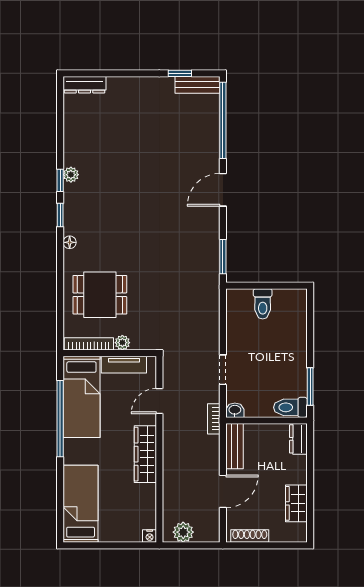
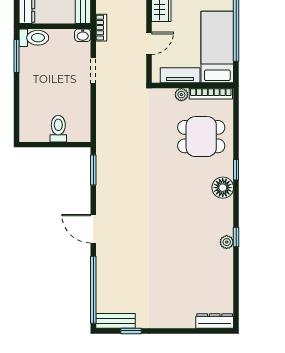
door: (223, 190) -> (93, 229), swing flipped
window: (60, 215) -> (236, 170), moved
floor lamp: (70, 242) -> (223, 188), width x1.89, depth x1.89

